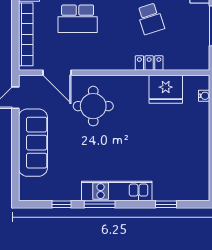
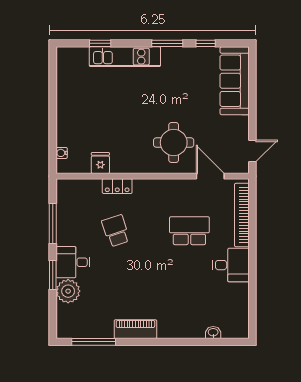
fridge: (166, 89) -> (100, 163), width x0.53, depth x0.75
sofa: (33, 143) -> (235, 81), moved
kitchen unit: (117, 191) -> (125, 57), moved

